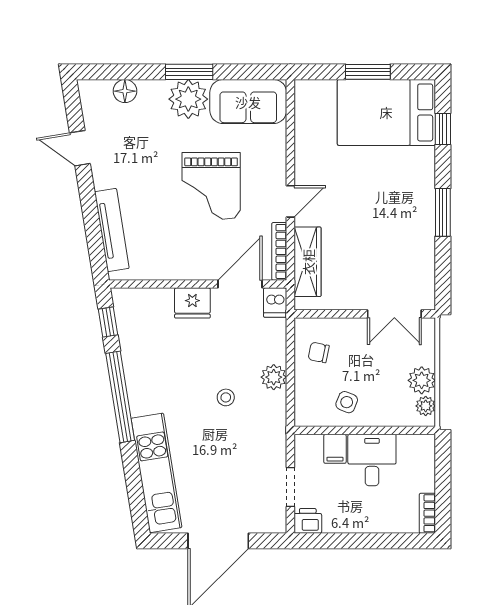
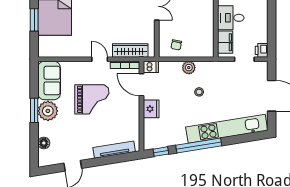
side table: (347, 402) -> (201, 31), removed
filing cabinet: (335, 449) -> (225, 42), width x2.00
kitchen unit: (157, 473) -> (227, 129), width x1.36

